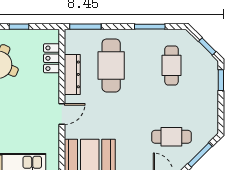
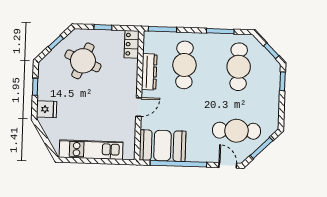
locker: (52, 58) -> (132, 44), moved
cafe table: (171, 65) -> (239, 67), width x1.37, depth x1.35
cafe table: (171, 137) -> (236, 131), width x1.37, depth x1.35

